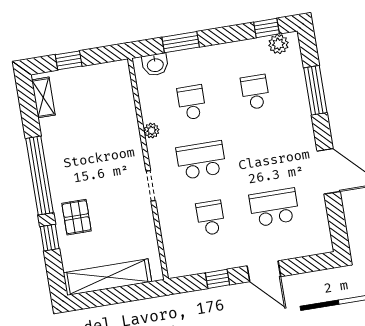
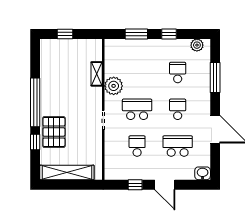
window: (267, 28) -> (169, 34), moved
washbasin: (155, 65) -> (203, 173), moved, turned 180
shelving: (43, 97) -> (97, 74), moved
school desk: (192, 102) -> (178, 109), moved
plant: (152, 131) -> (114, 86), width x1.88, depth x1.88
pallet: (77, 217) -> (54, 132), width x1.50, depth x1.42

